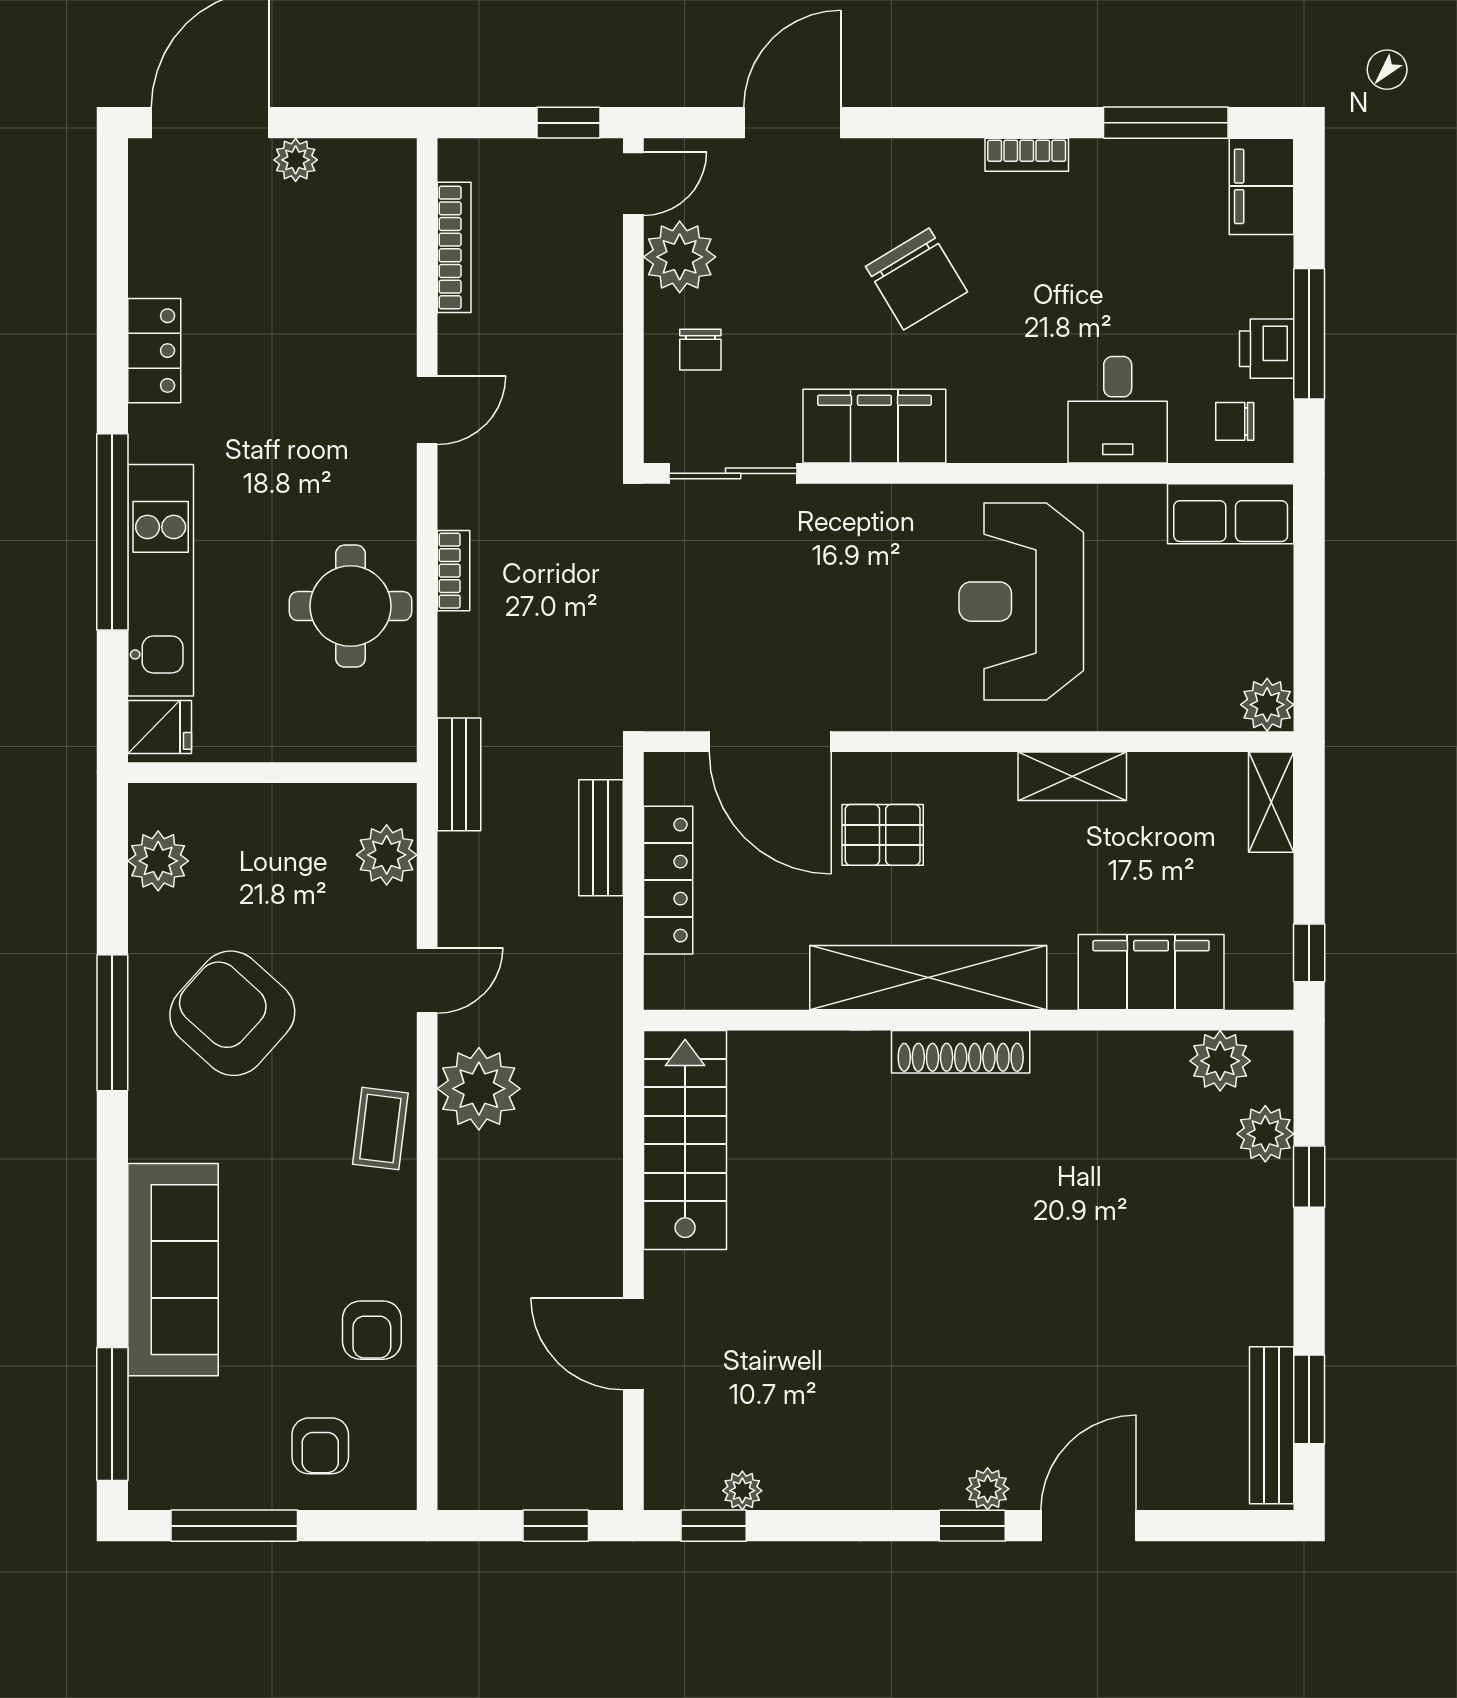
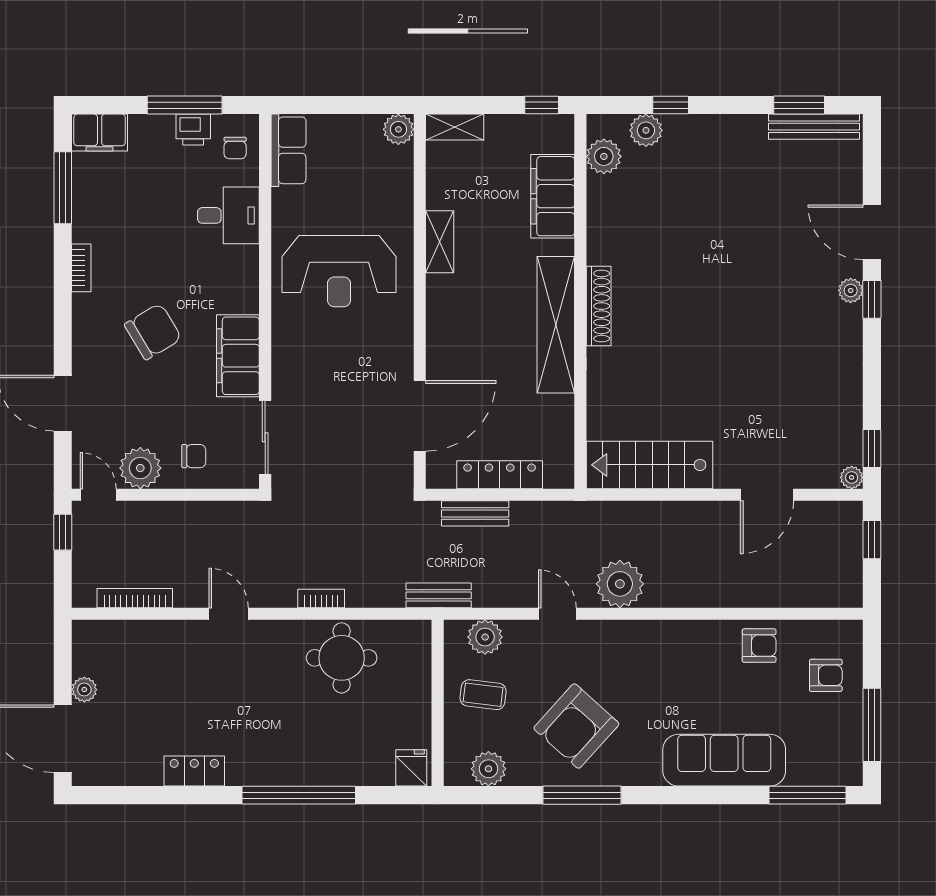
kitchen unit: (161, 580) -> (327, 767), removed
pallet: (883, 835) -> (474, 351), removed
coffee table: (380, 1129) -> (483, 695), moved
plant: (742, 1491) -> (852, 477), moved

